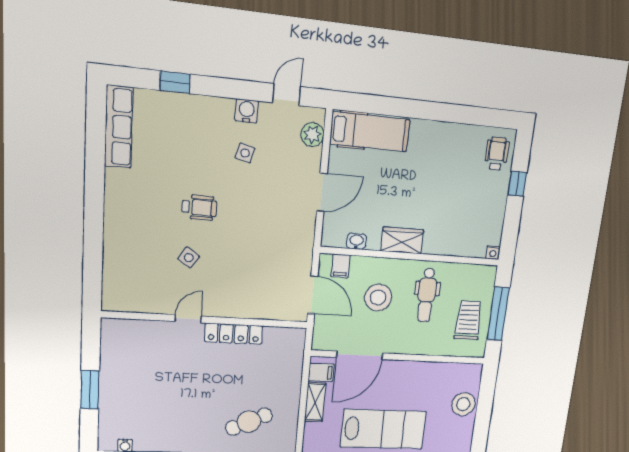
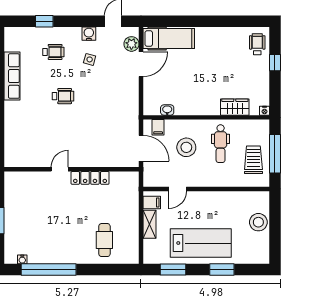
row of seats: (119, 127) -> (12, 76), moved
wheelchair: (188, 135) -> (53, 52), added
door: (322, 192) -> (141, 64), moved
wardrobe: (402, 240) -> (235, 107), moved
side table: (189, 258) -> (58, 129), removed
door: (360, 355) -> (178, 189), width x0.53
cafe table: (249, 422) -> (104, 240), turned -65

